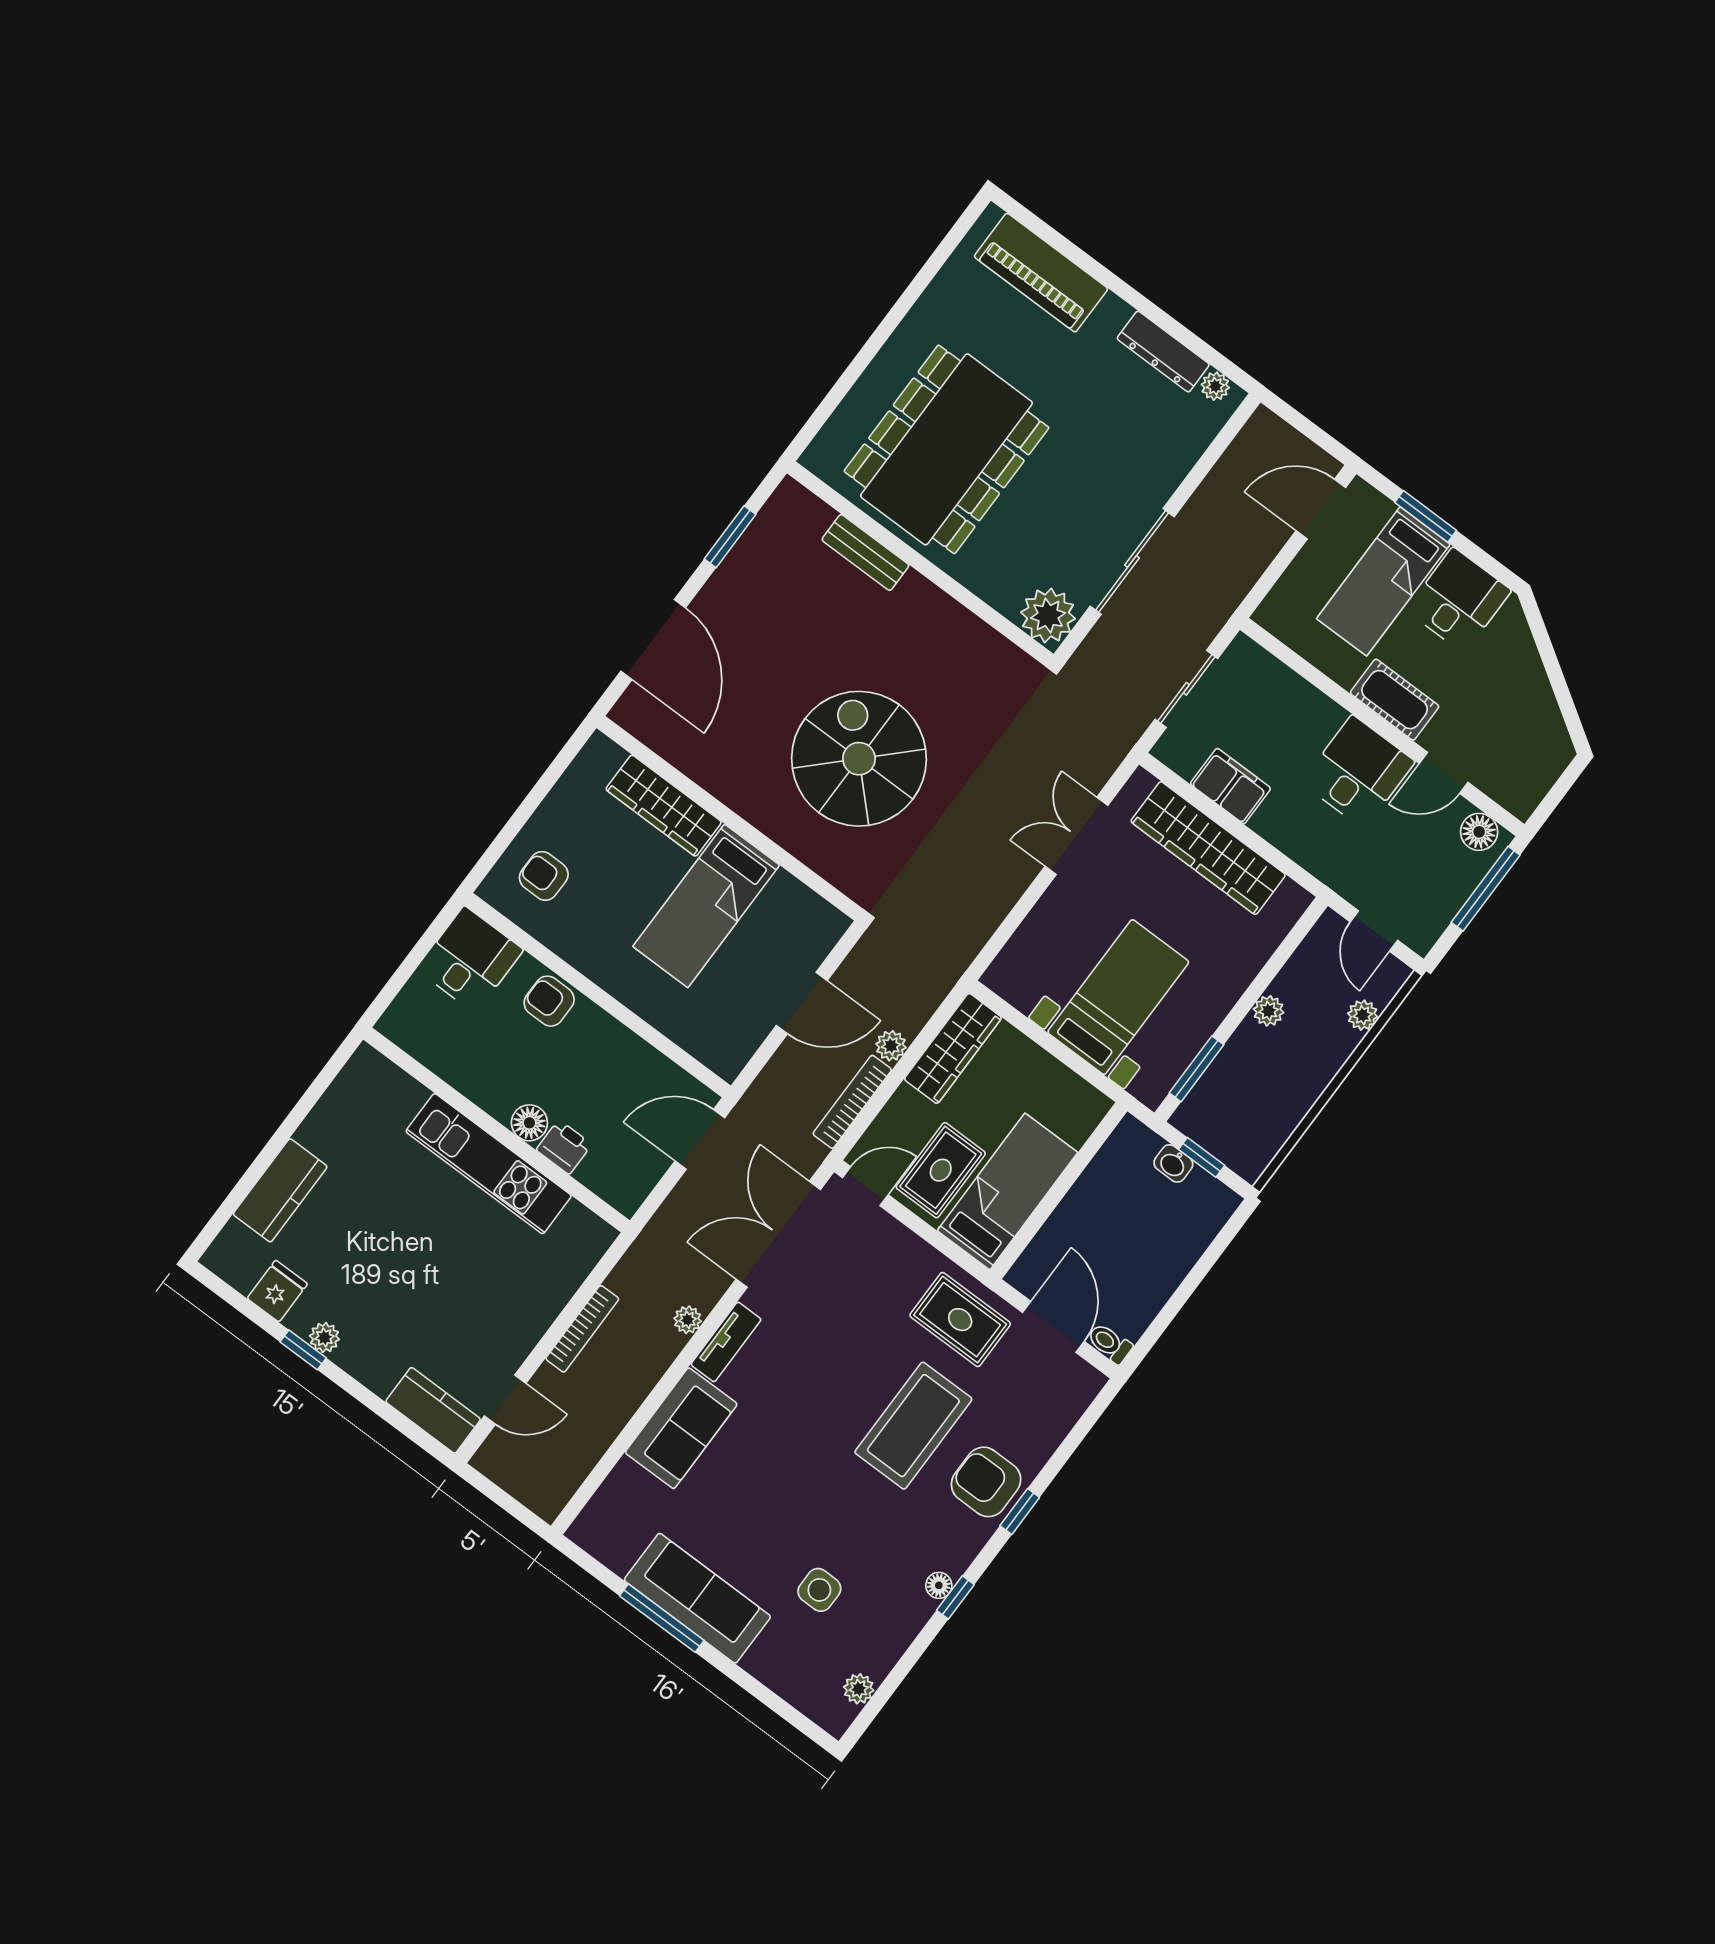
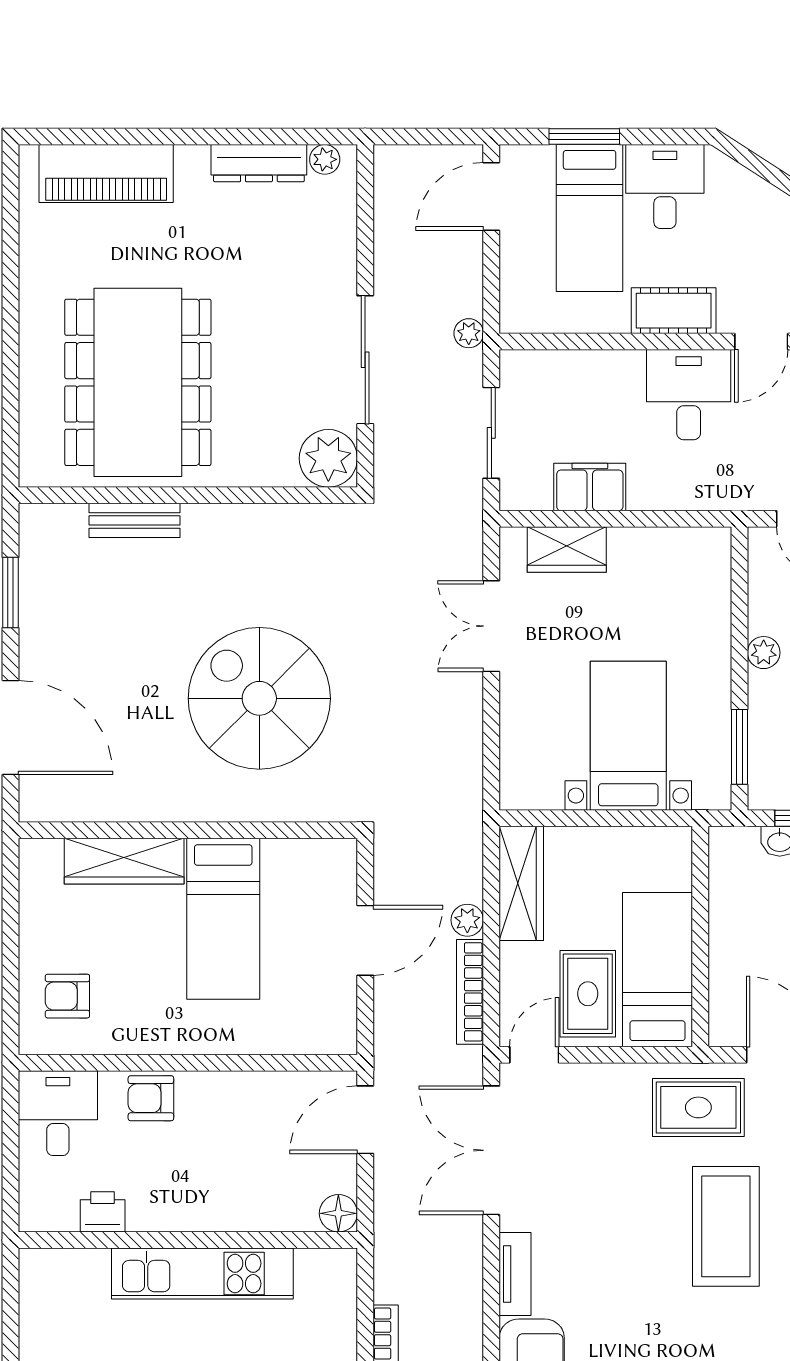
wardrobe: (1208, 848) -> (567, 550), width x0.48, depth x0.85
floor lamp: (529, 1123) -> (338, 1213), moved
printer: (564, 1147) -> (103, 1212), moved
plant: (688, 1320) -> (469, 333), moved

